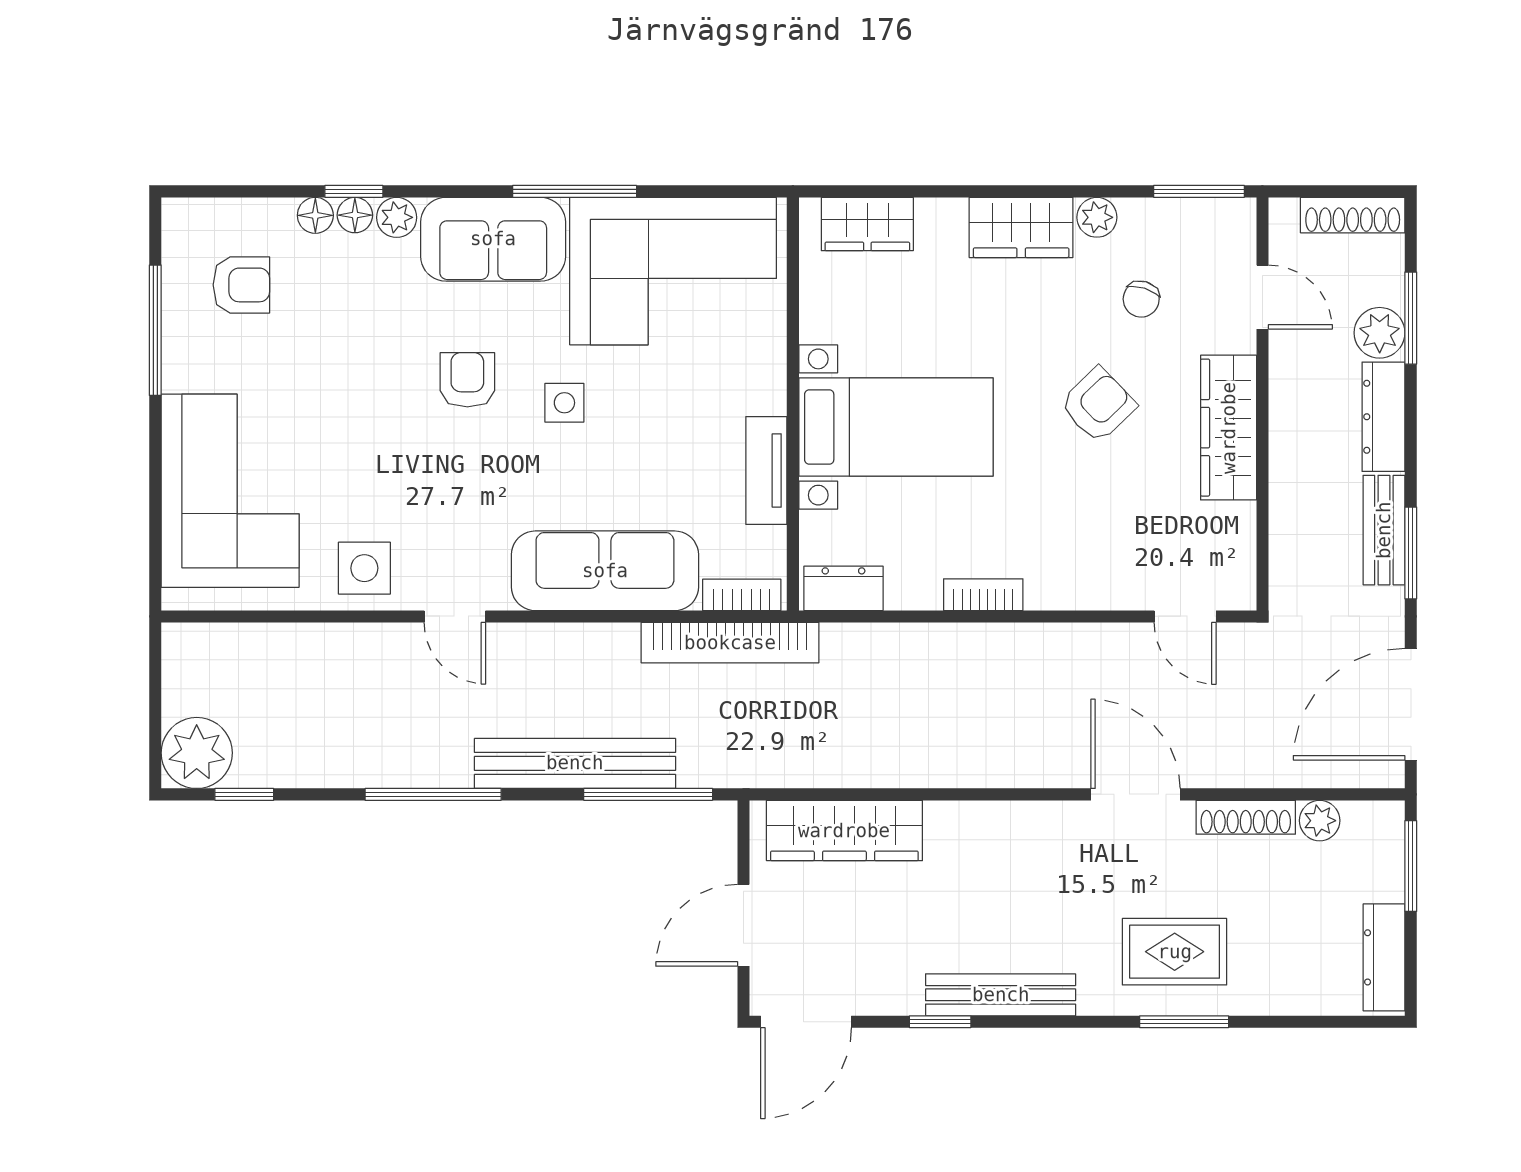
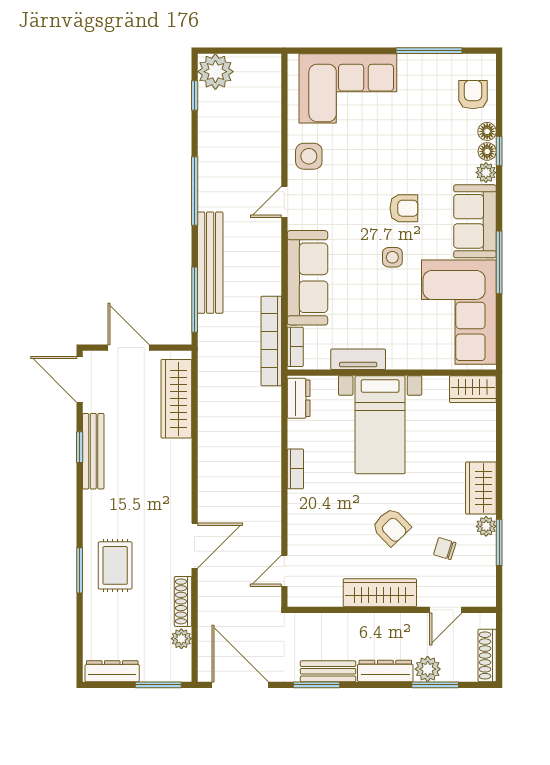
window: (1199, 191) -> (499, 542), moved
wardrobe: (867, 224) -> (473, 389), moved, turned -90
armchair: (241, 285) -> (473, 95), moved, turned 180
bench: (1001, 995) -> (93, 451), moved

